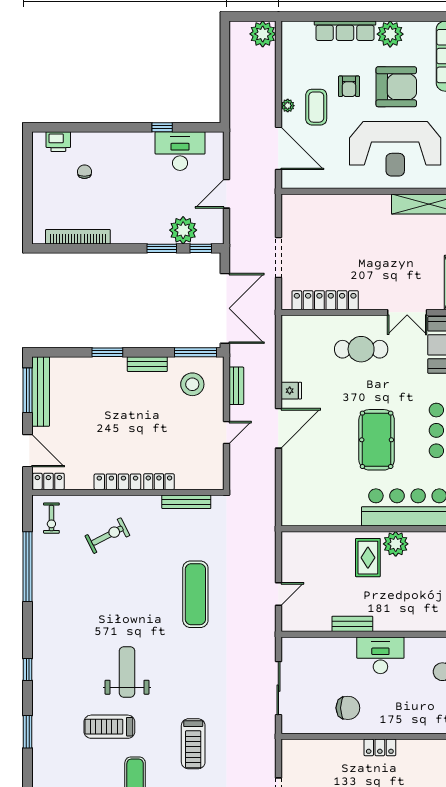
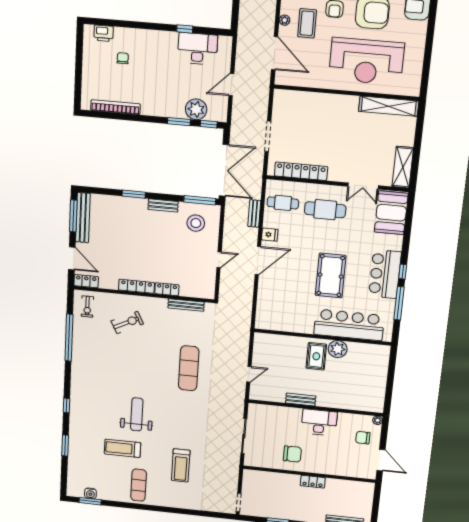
cafe table: (305, 345) -> (283, 203), added
bench: (236, 386) -> (254, 214), moved

